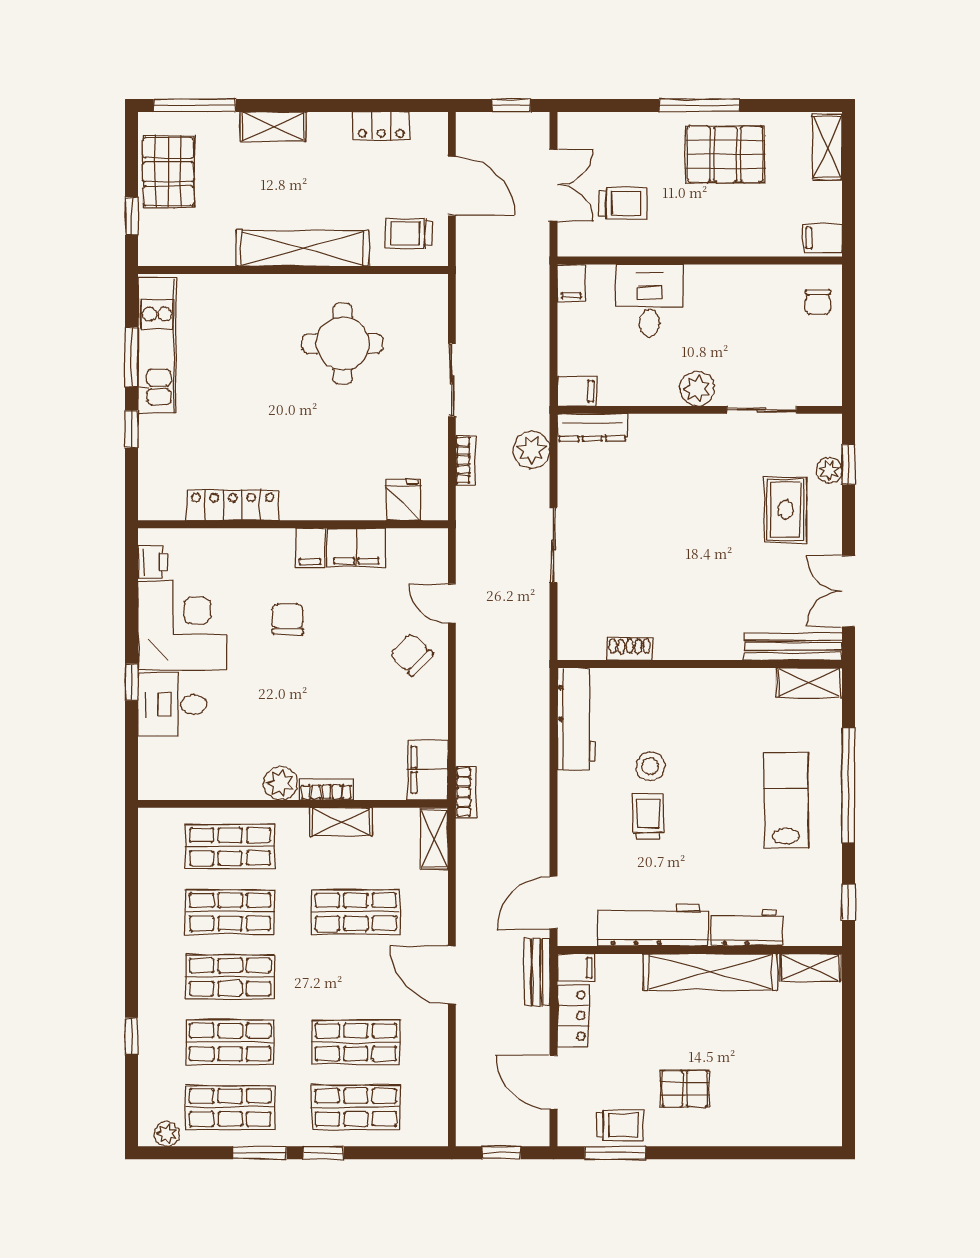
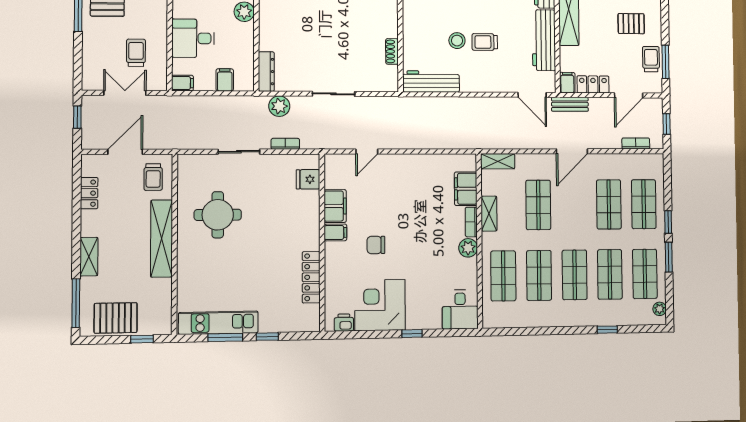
filing cabinet: (577, 391) -> (225, 80), moved
chair: (411, 655) -> (396, 174), removed
desk: (172, 704) -> (460, 309), moved
filing cabinet: (428, 770) -> (466, 189), moved, turned 90
bookcase: (466, 792) -> (636, 143), moved
pallet: (685, 1089) -> (631, 24), turned 90

